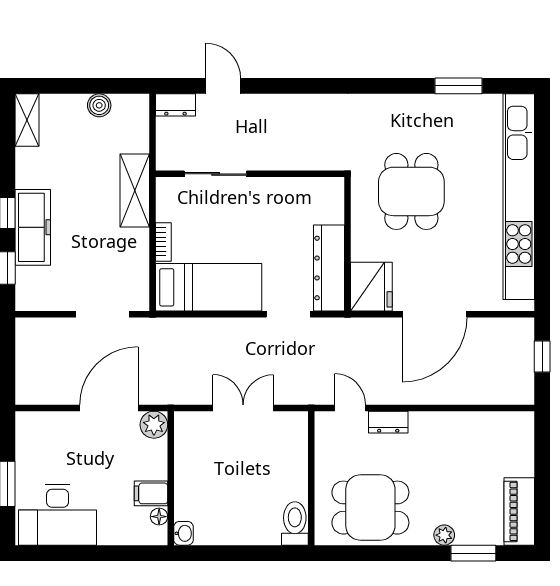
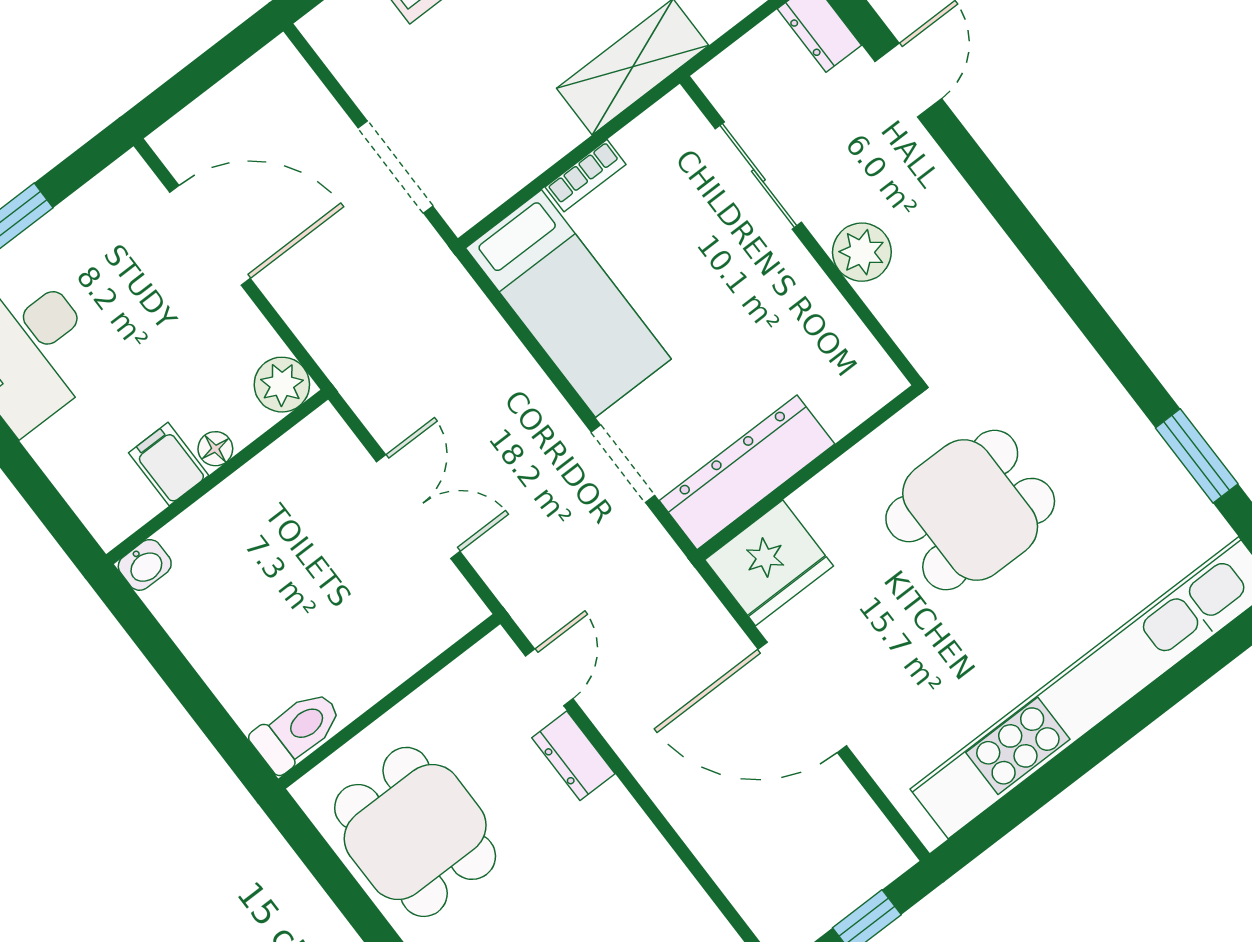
plant: (277, 156) -> (862, 252), added
door: (109, 408) -> (210, 235), moved
floor lamp: (159, 517) -> (215, 449), moved

